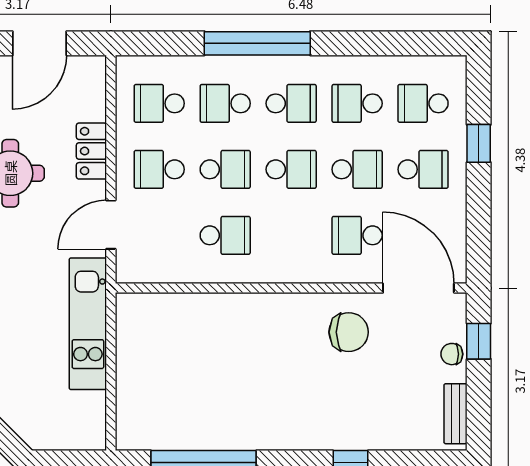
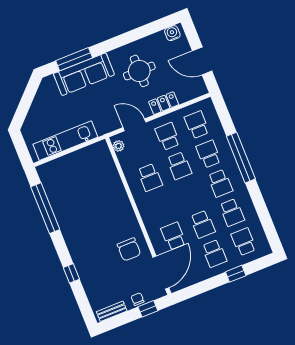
school desk: (357, 103) -> (232, 213), turned 180
school desk: (291, 169) -> (191, 195), removed
plant: (140, 272) -> (119, 146), added
kitchen unit: (88, 324) -> (65, 141), moved

